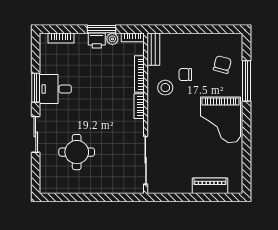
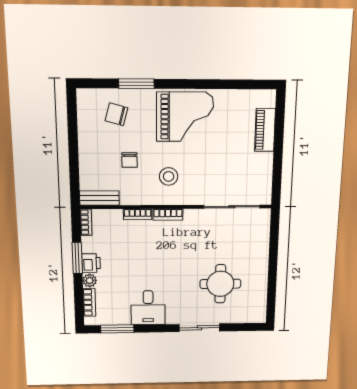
plant: (112, 39) -> (90, 281), moved
bookcase: (139, 74) -> (138, 214), width x0.64
window: (246, 81) -> (136, 84), width x0.69
window: (36, 88) -> (117, 329), moved
stool: (165, 88) -> (169, 176), moved

